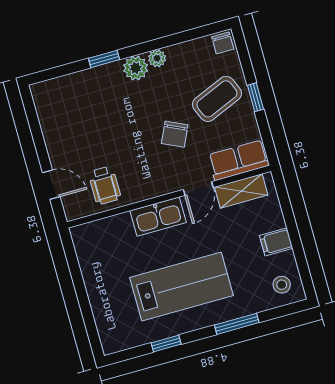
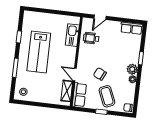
row of seats: (47, 106) -> (132, 28), added
kitchen sink: (158, 217) -> (72, 35), moved
filing cabinet: (276, 242) -> (41, 96), removed

